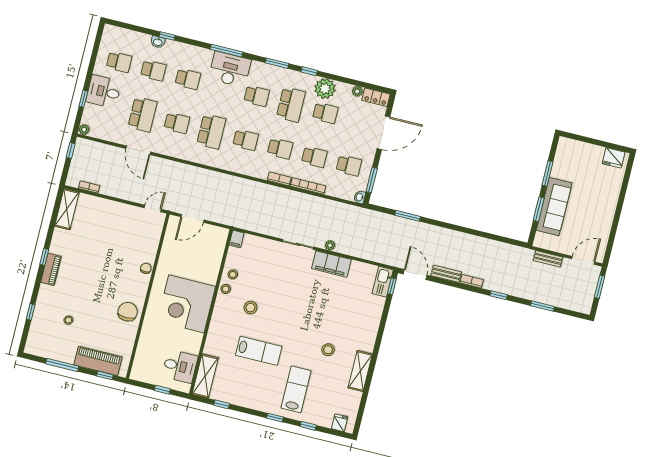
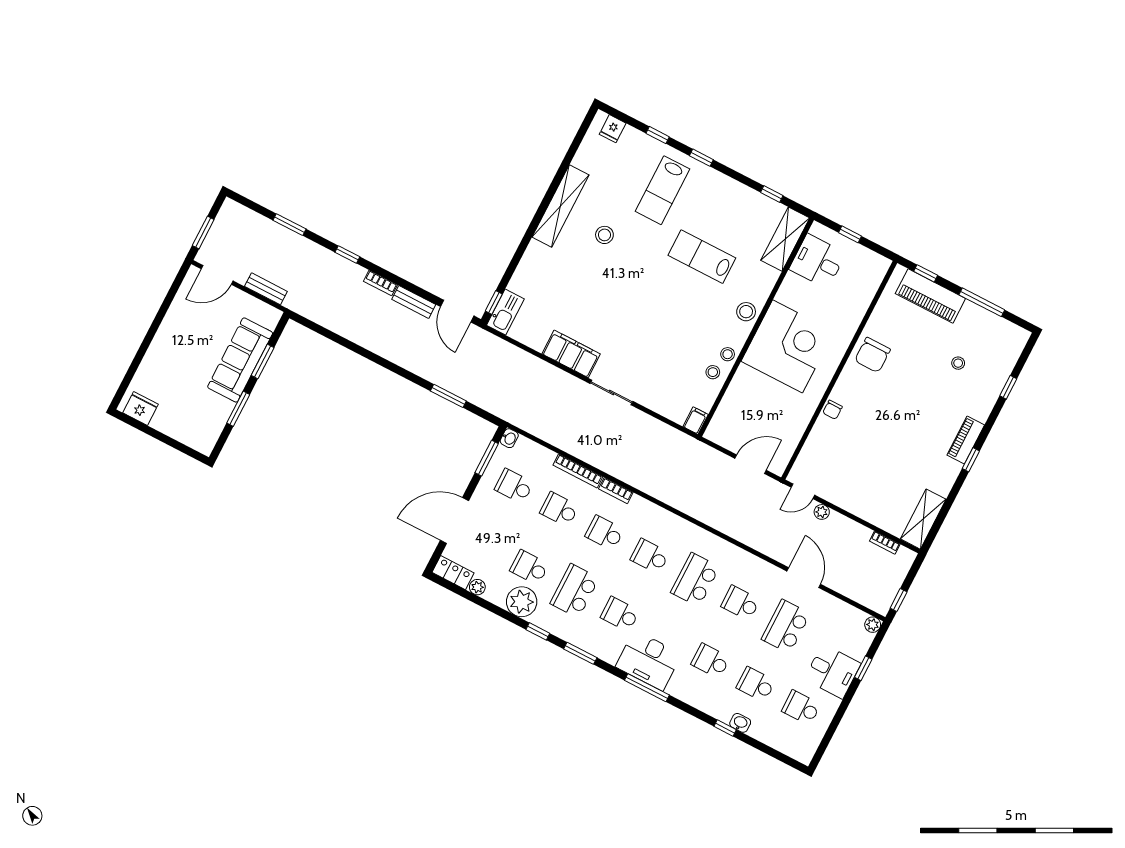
plant: (330, 245) -> (822, 512), moved
stool: (250, 308) -> (746, 312), moved
shelving: (360, 371) -> (561, 206), width x1.47

